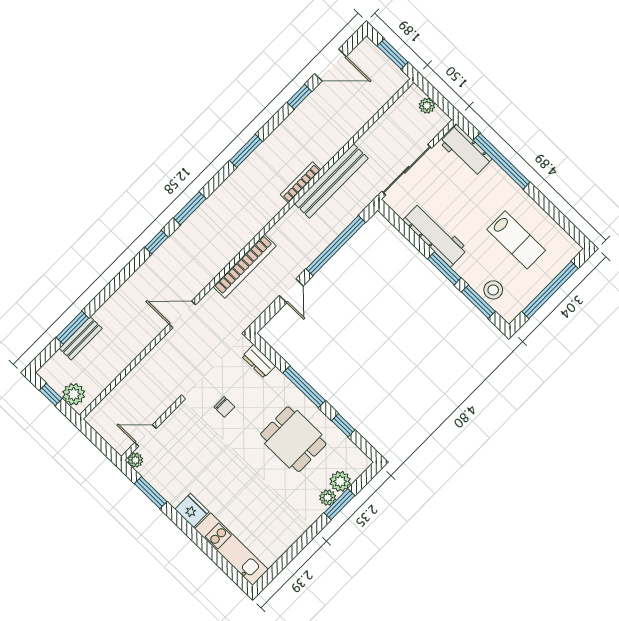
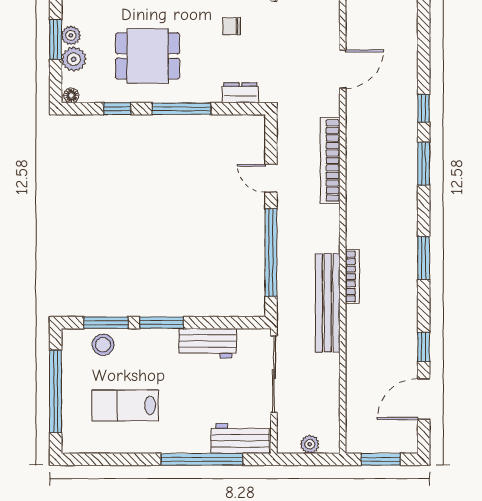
workbench: (435, 235) -> (208, 343), width x0.73
floor lamp: (363, 461) -> (71, 95), added

